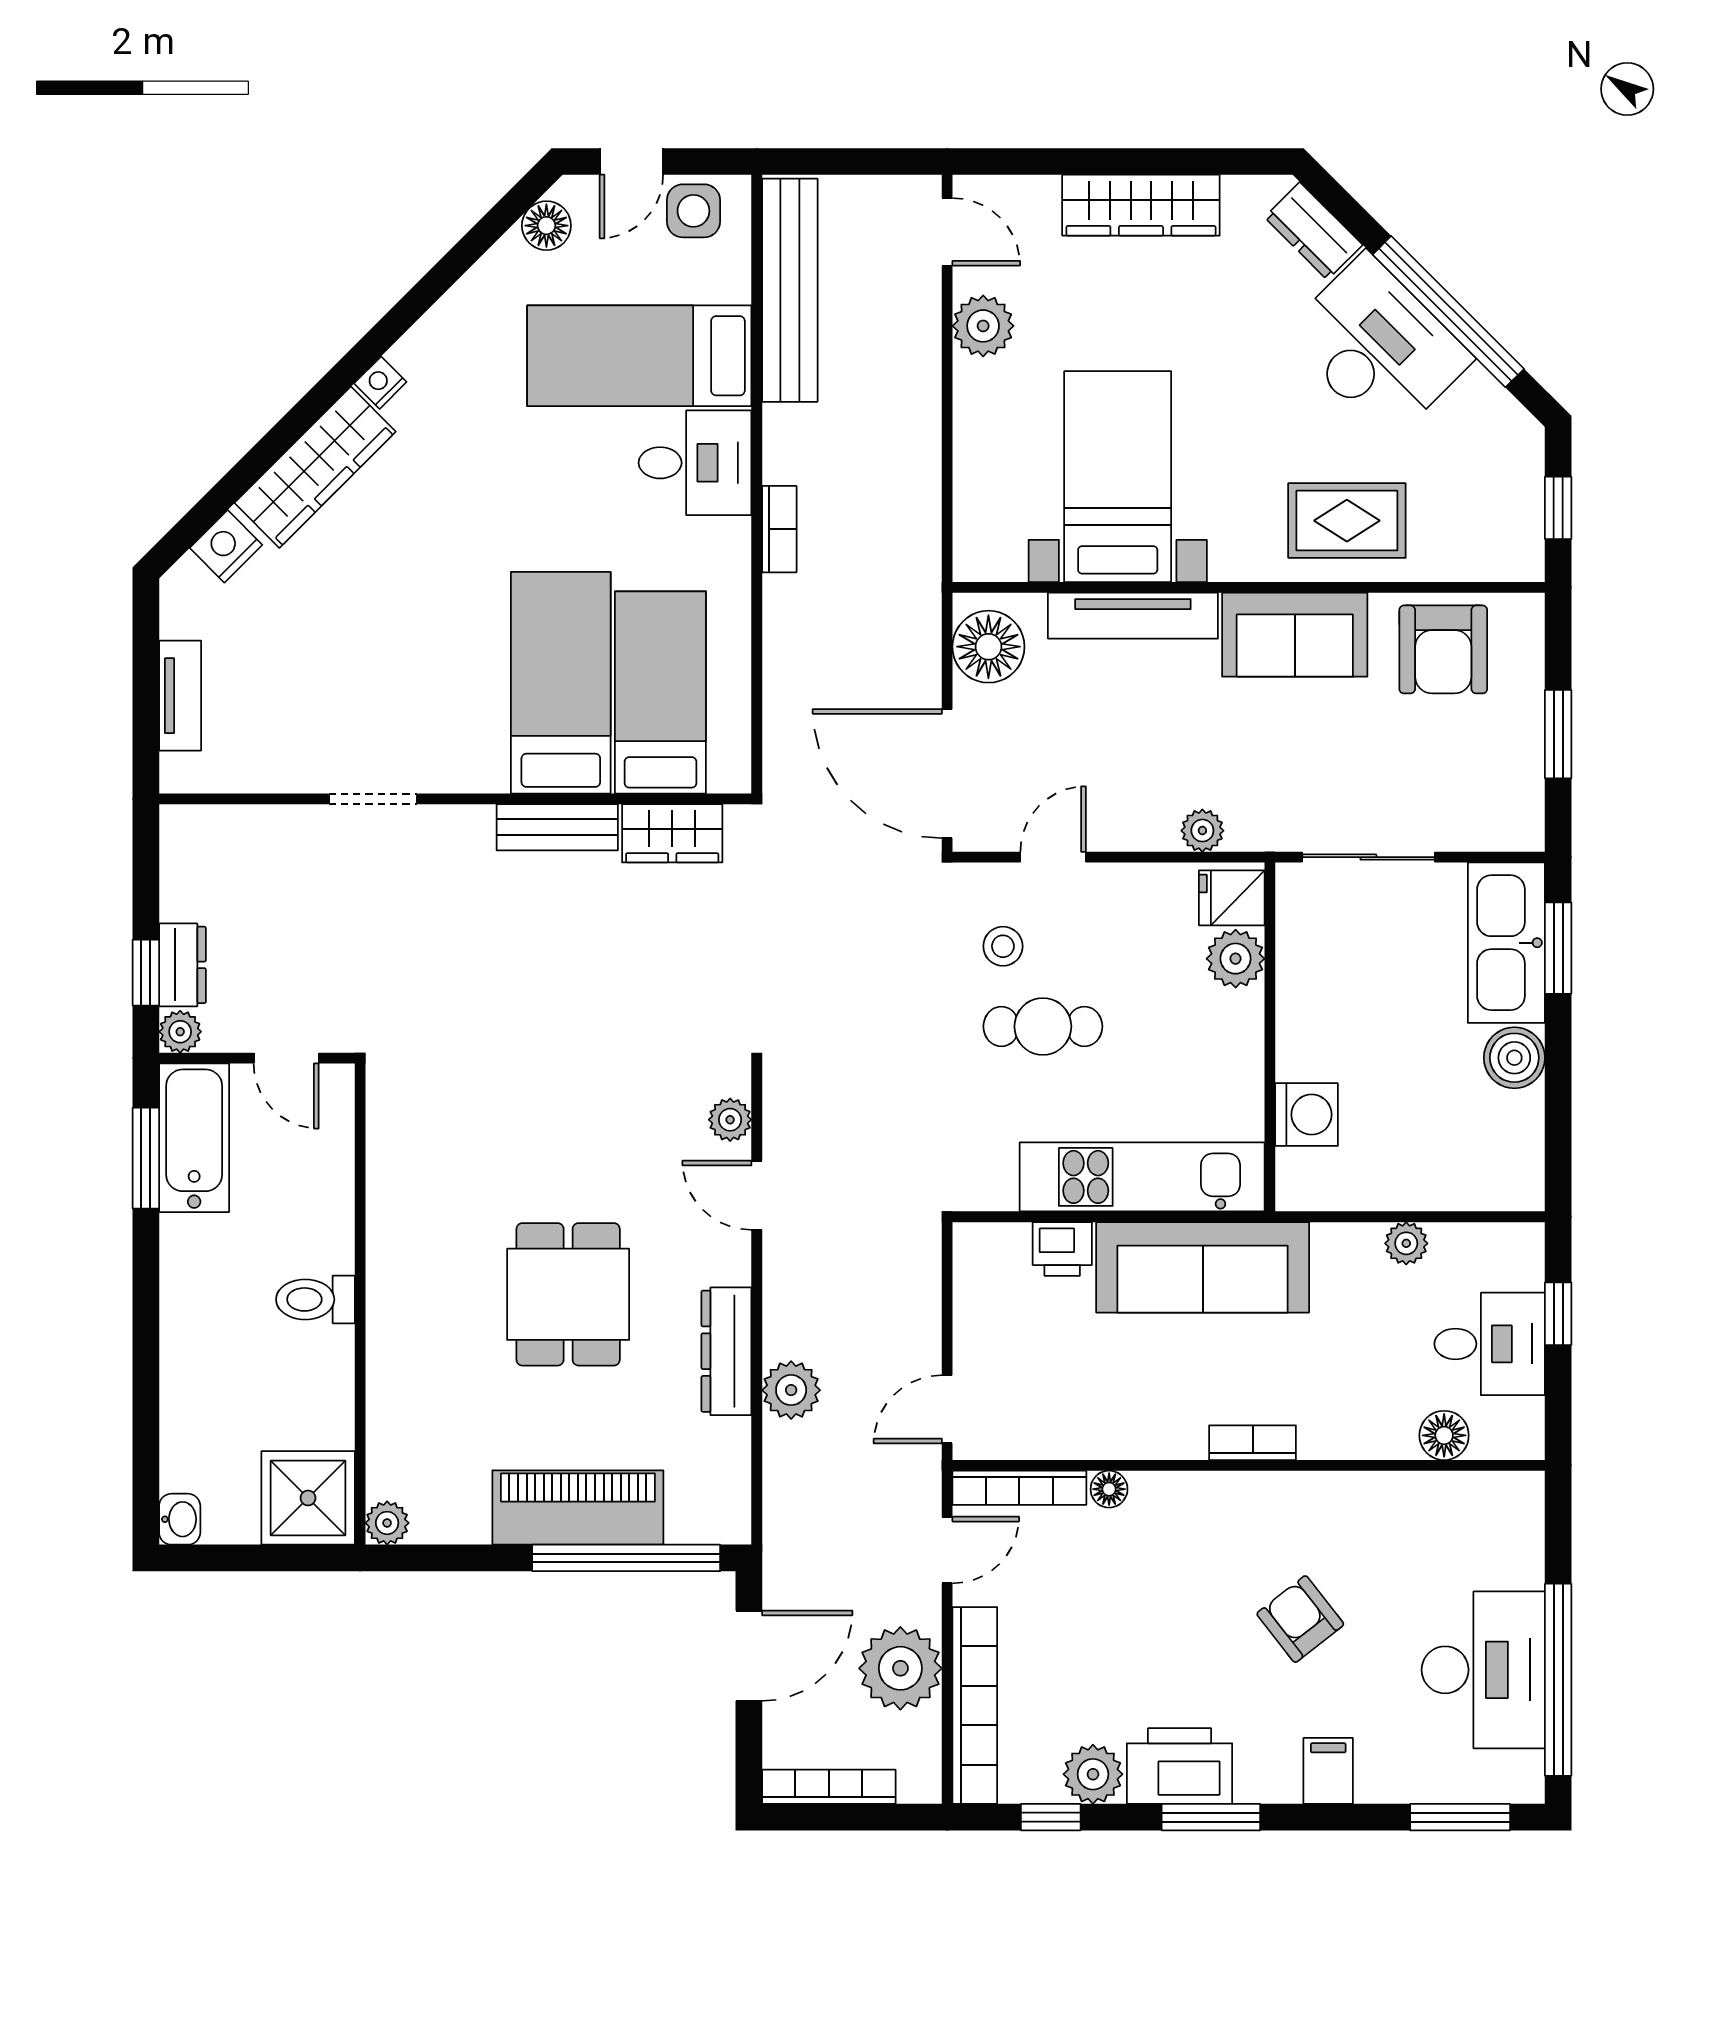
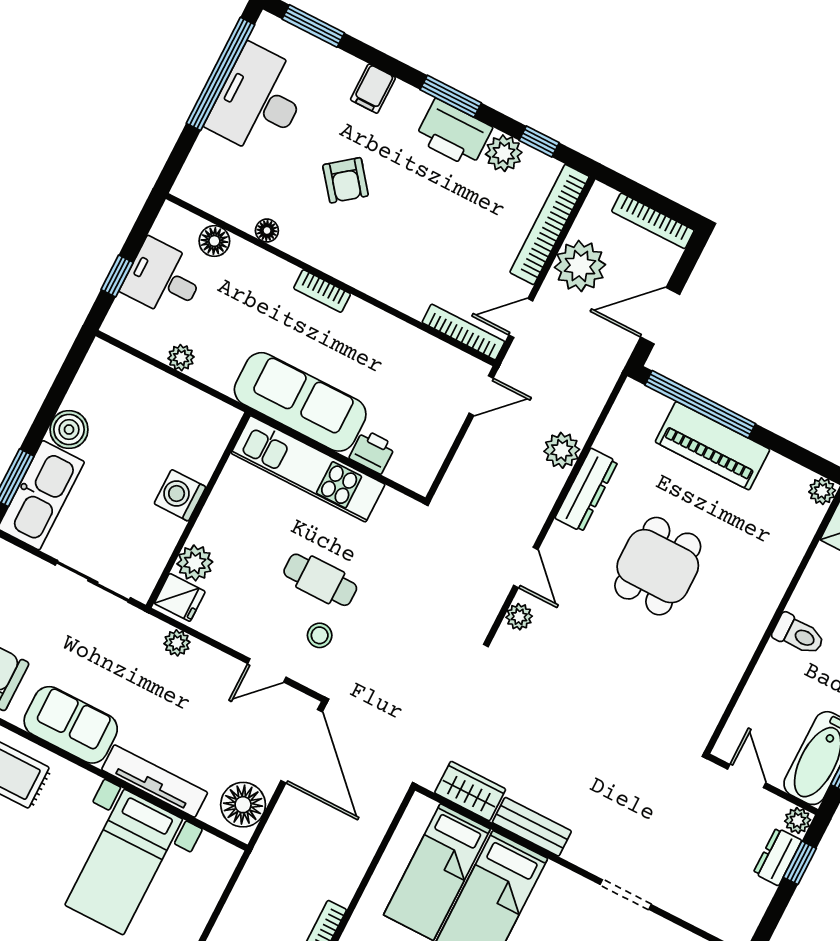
washing machine: (1307, 1115) -> (180, 495), moved
floor lamp: (1109, 1489) -> (267, 231), moved

